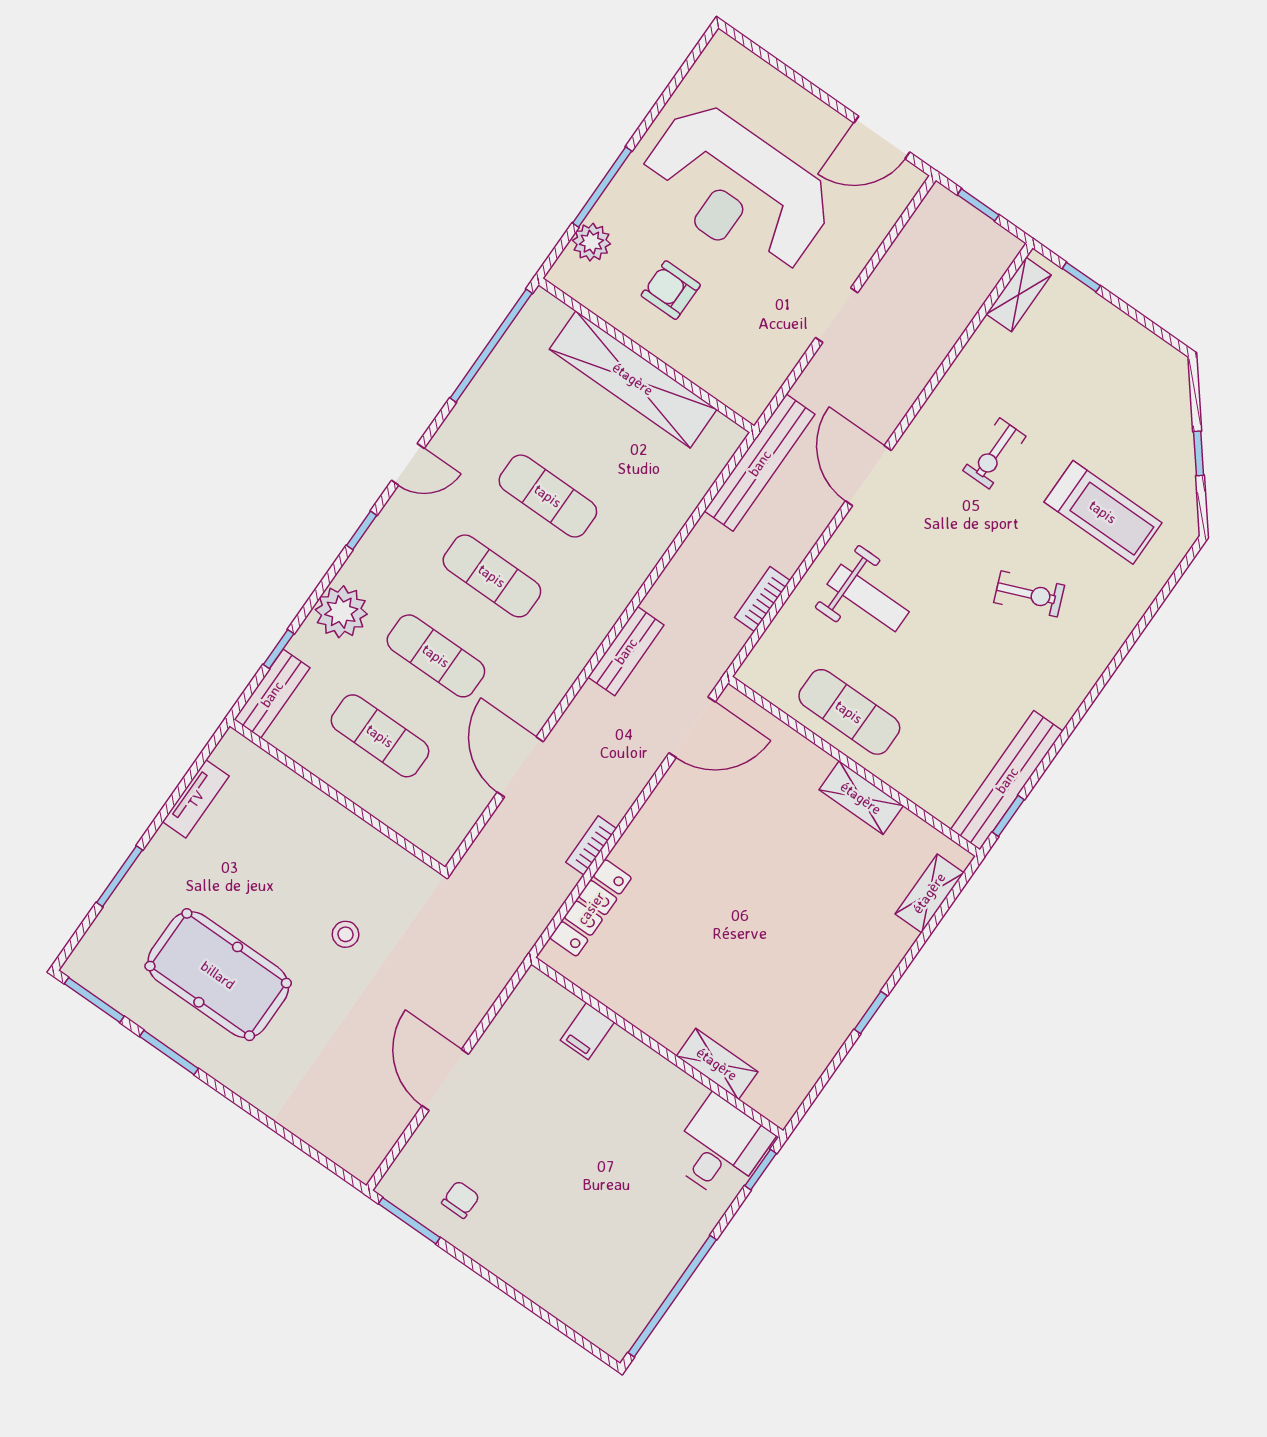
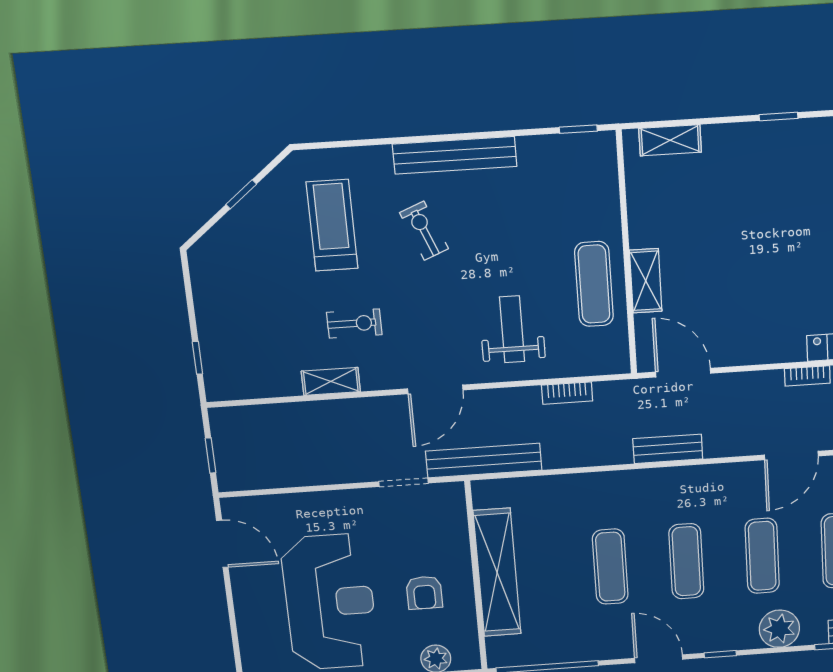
shelving: (1019, 295) -> (331, 381), moved
doorway: (837, 315) -> (403, 482), moved
door: (408, 464) -> (659, 659), width x1.38
bench: (1007, 780) -> (455, 155), moved
shelving: (861, 798) -> (646, 281), moved

